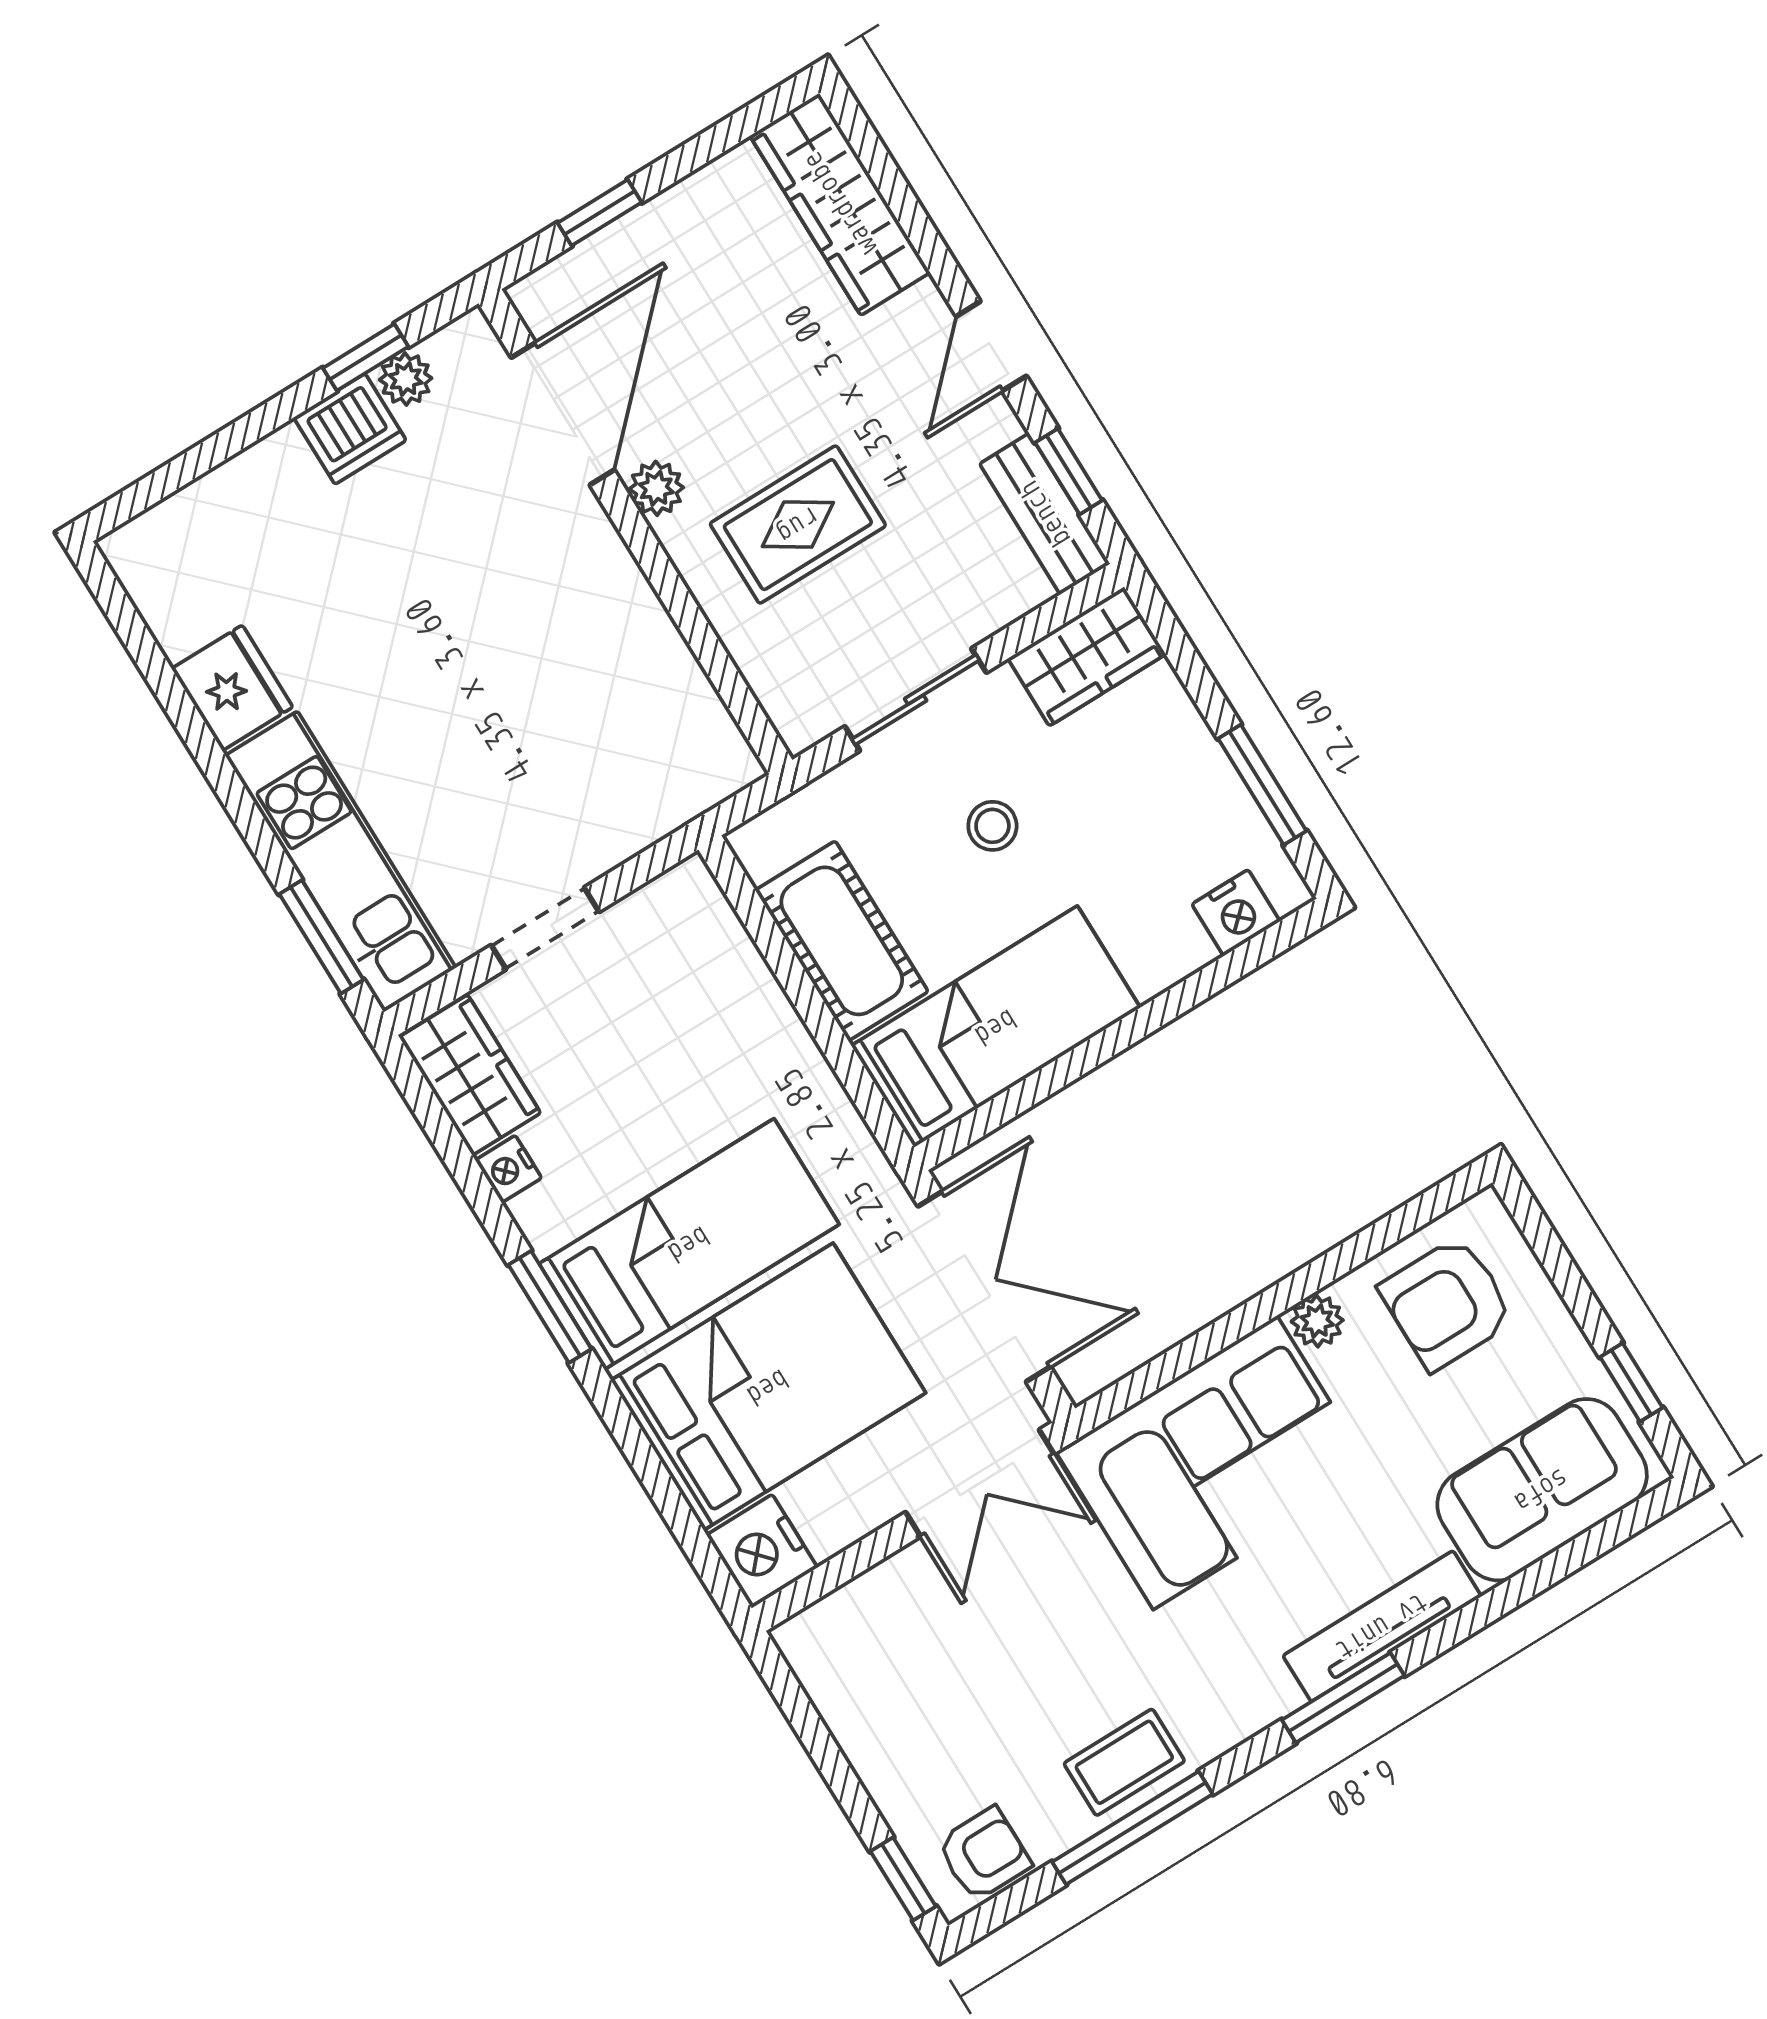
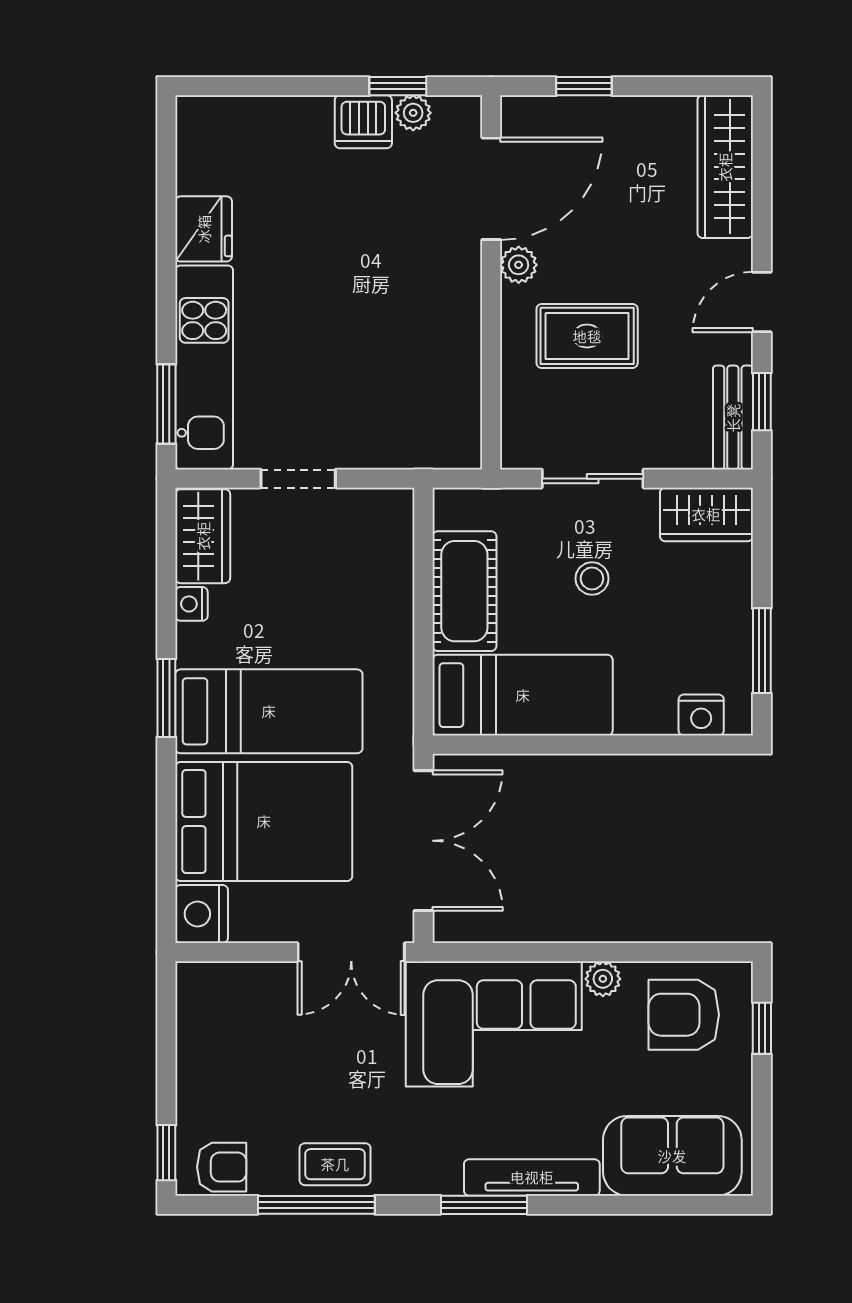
window: (1631, 1382) -> (762, 1028), moved

